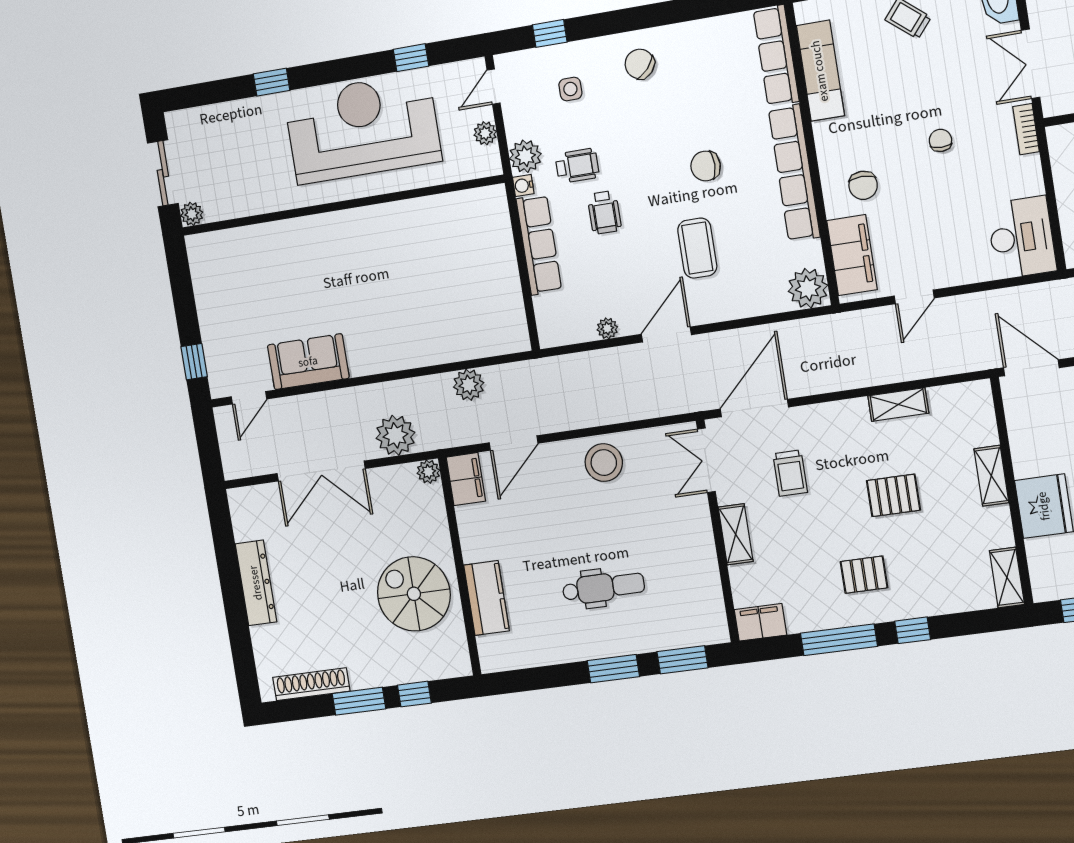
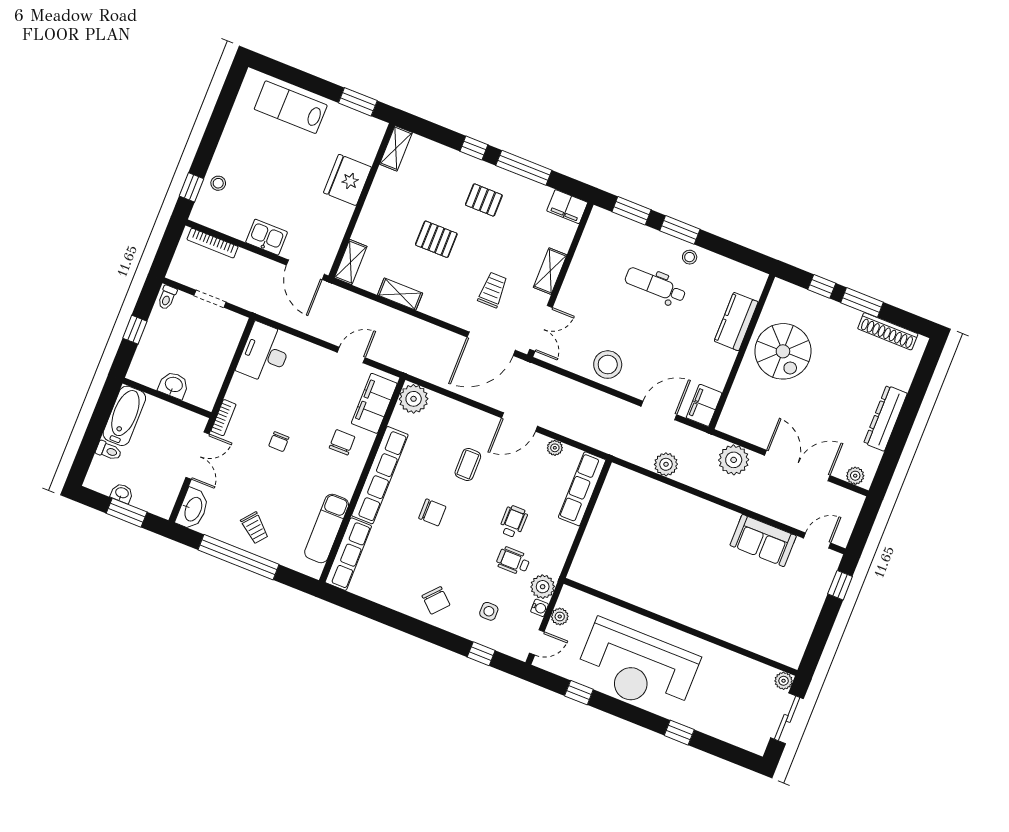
water cooler: (523, 185) -> (540, 608), moved
row of seats: (539, 245) -> (582, 489), moved
coffee table: (697, 248) -> (468, 464), width x0.73, depth x0.77
plant: (428, 472) -> (855, 476), moved
shelving: (991, 476) -> (351, 262), moved
stool: (584, 643) -> (690, 257), added

